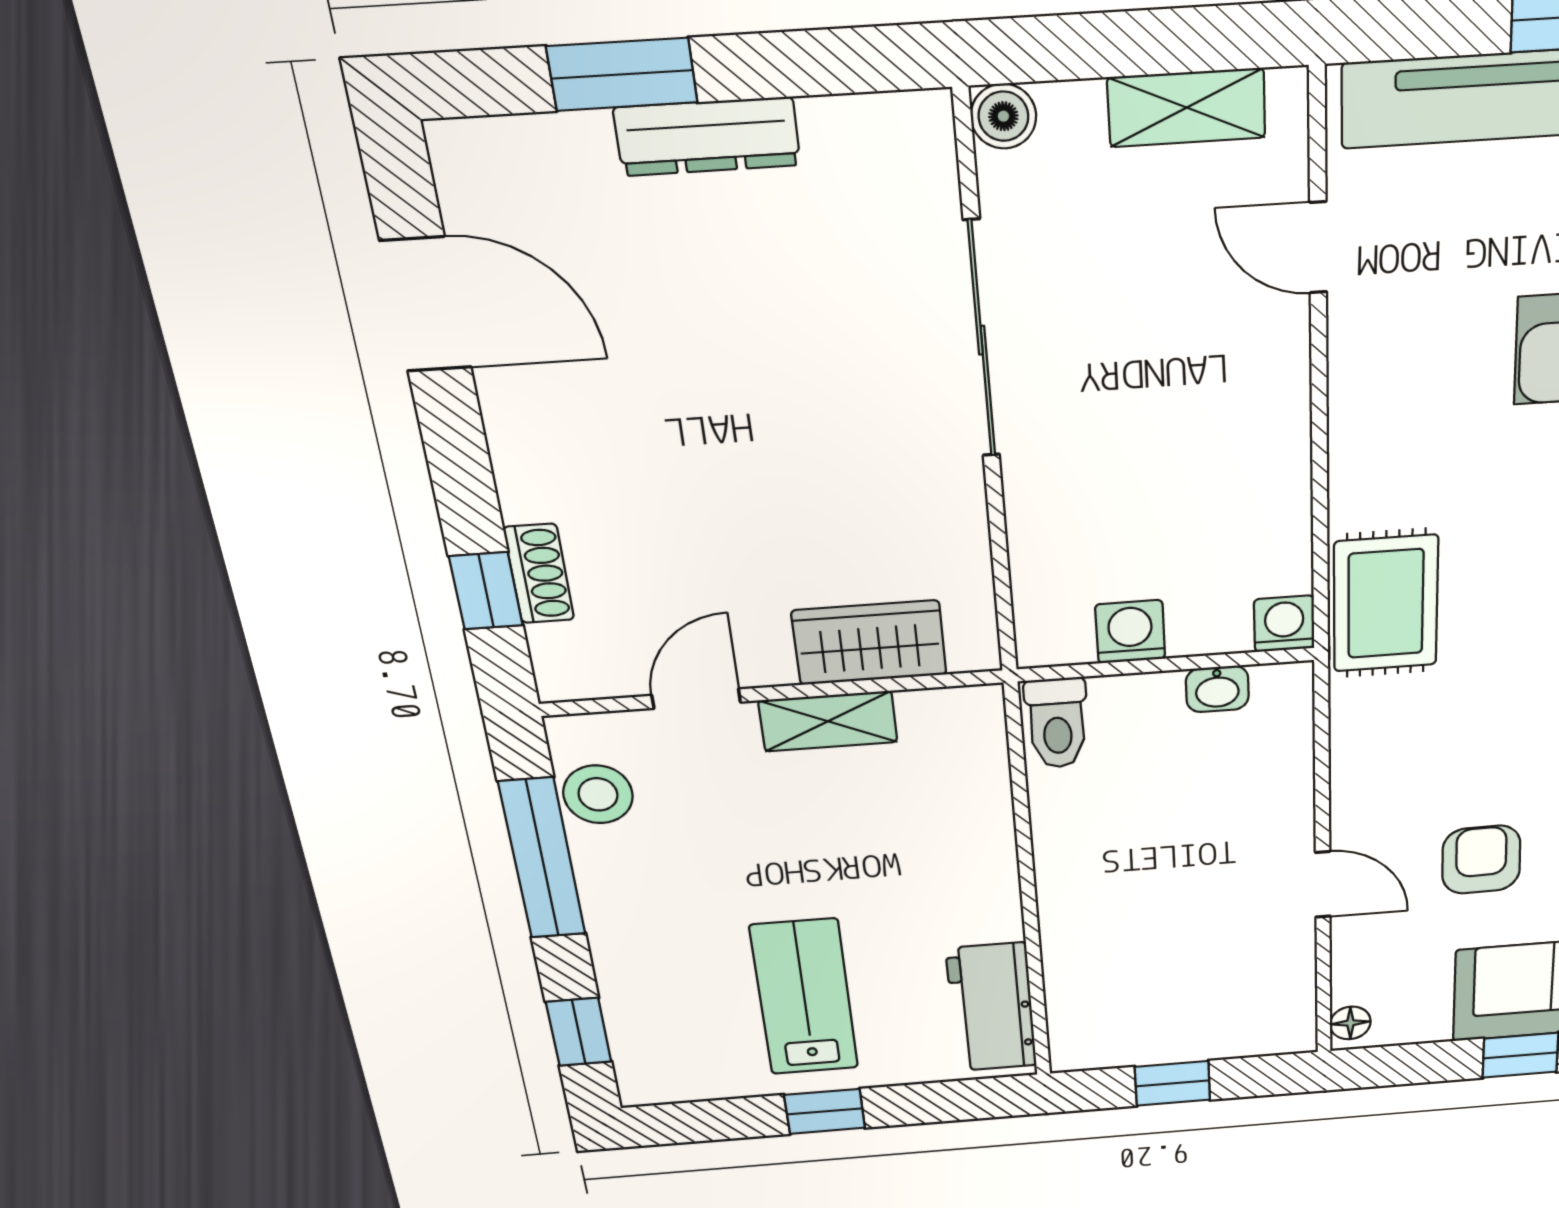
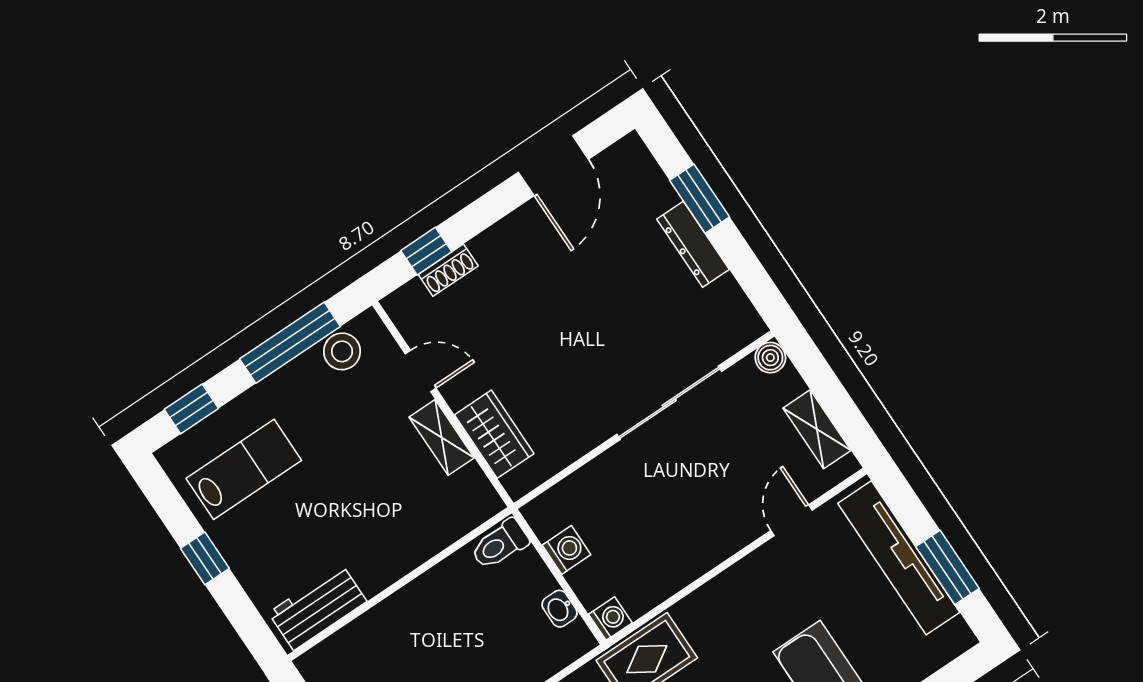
lab bench: (804, 997) -> (244, 469), moved

